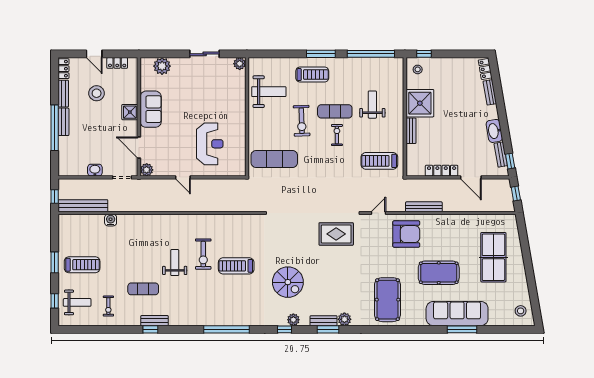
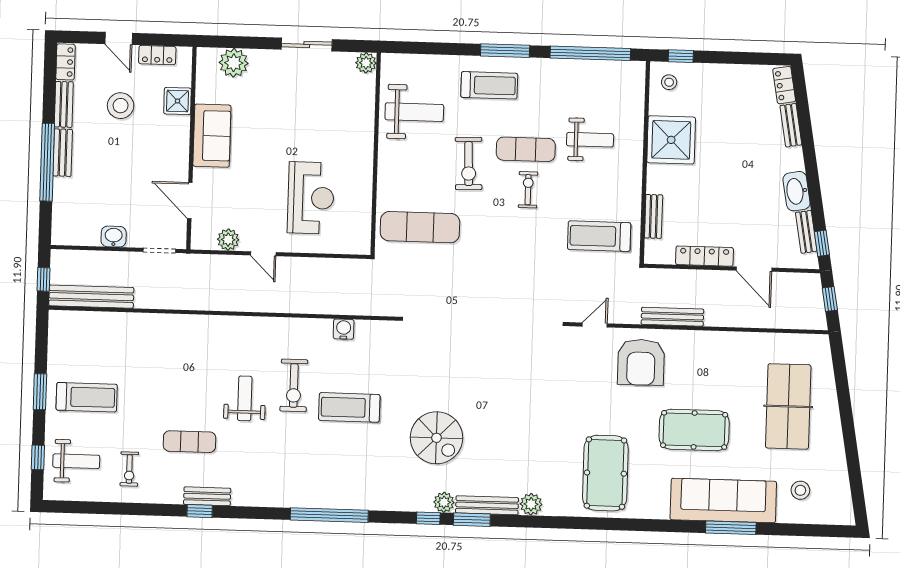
weight bench: (372, 105) -> (590, 140), turned 90
shower: (130, 112) -> (178, 101), moved
bench: (411, 131) -> (654, 216), moved
plant: (147, 170) -> (228, 240), moved
water cooler: (111, 220) -> (344, 329), moved
rug: (336, 234) -> (521, 358), removed
armchair: (406, 234) -> (641, 362), turned 90
stool: (521, 311) -> (800, 490), moved
bench: (324, 321) -> (487, 505), width x1.36
window: (328, 329) -> (472, 520), moved

